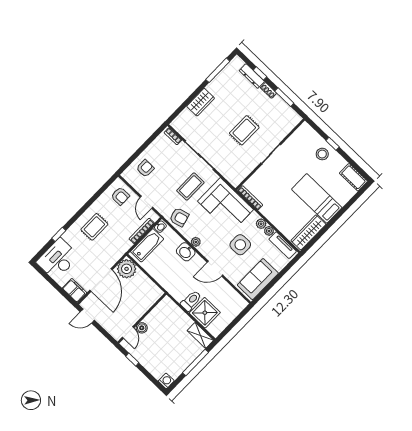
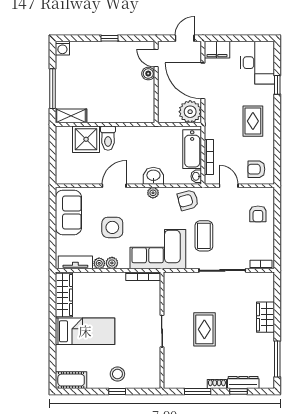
wall: (142, 318) -> (156, 82), moved
boiler: (142, 328) -> (148, 74), moved
door: (128, 332) -> (156, 58), moved

